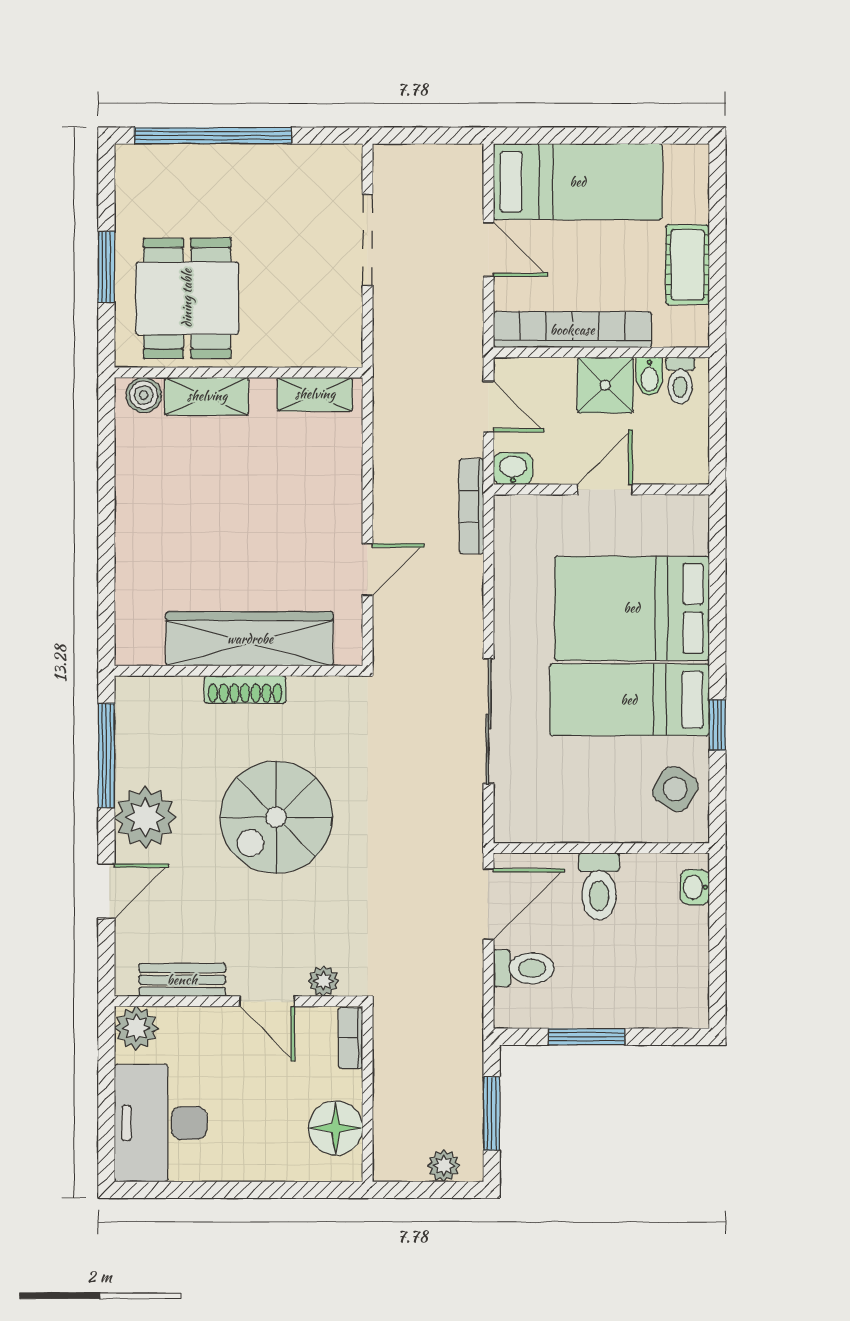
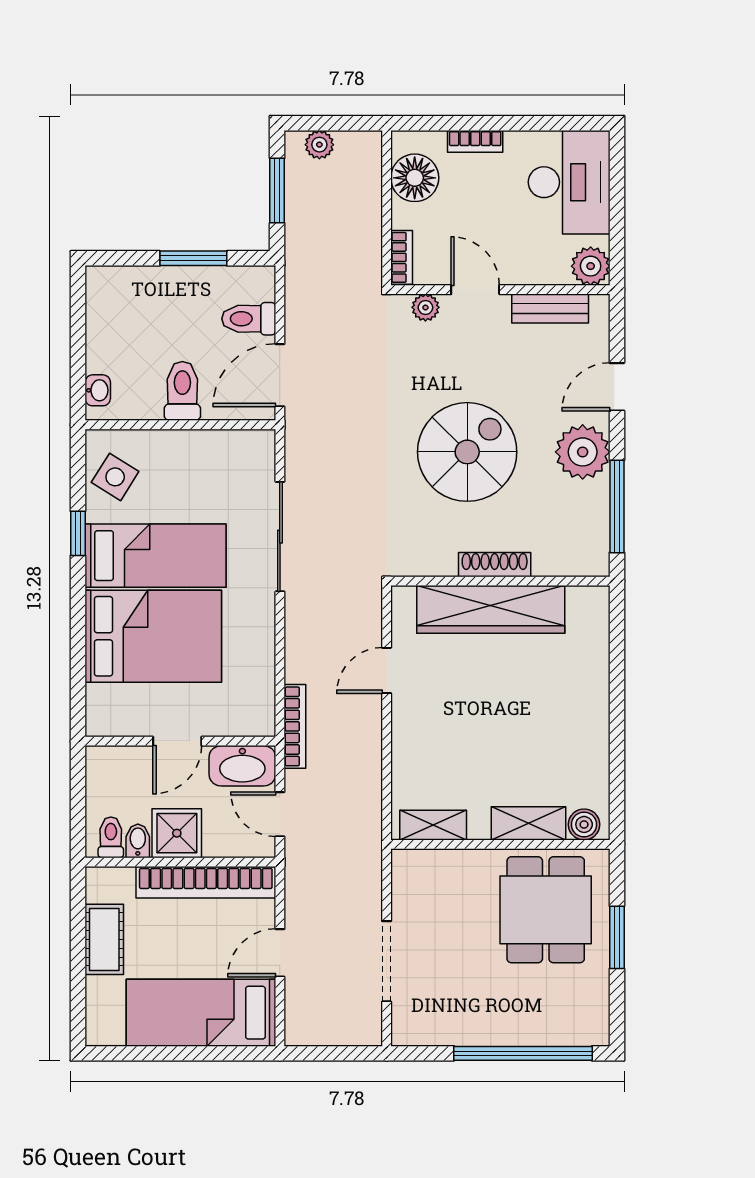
door: (488, 249) -> (280, 953), hinge flipped
washbasin: (513, 469) -> (242, 766), width x1.91, depth x1.45
bookcase: (267, 1169) -> (475, 141), added

